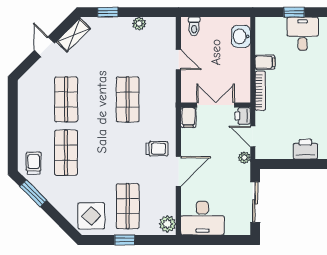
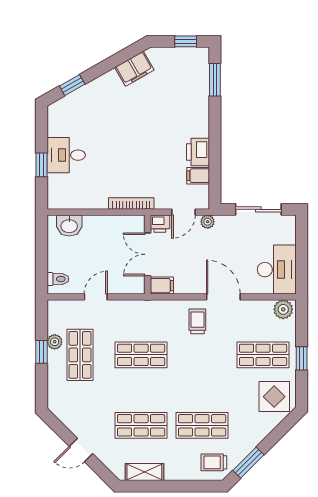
window: (108, 12) -> (41, 352), moved
shelving: (73, 35) -> (144, 472), moved, turned -45
shop shelf: (128, 46) -> (80, 355), added
filing cabinet: (265, 62) -> (198, 176), moved, turned -90

